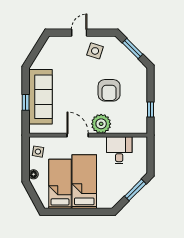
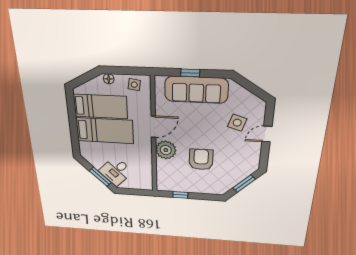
door: (79, 33) -> (267, 134), swing flipped
side table: (95, 51) -> (237, 123), moved
armchair: (109, 90) -> (201, 160), turned 90
desk: (119, 150) -> (116, 171), moved, turned 135

